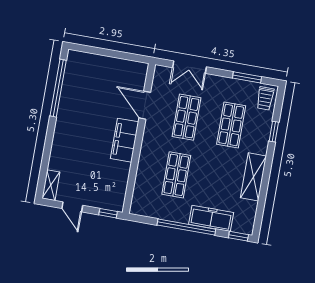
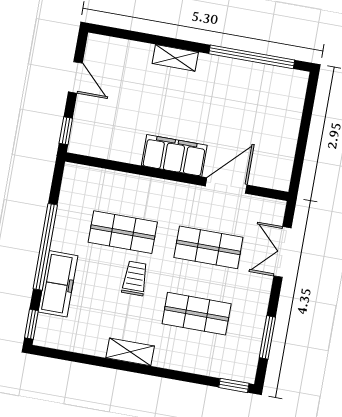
trolley: (265, 98) -> (135, 278), moved, turned 90
window: (274, 132) -> (234, 385), moved
shelving: (253, 177) -> (130, 352), width x0.67, depth x0.75
shelving: (51, 185) -> (175, 58), moved
door: (72, 207) -> (75, 77), swing flipped

